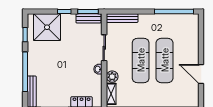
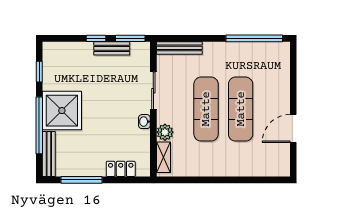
bench: (89, 18) -> (112, 48), moved
shower: (47, 27) -> (62, 111), moved
door: (201, 74) -> (293, 128), hinge flipped

